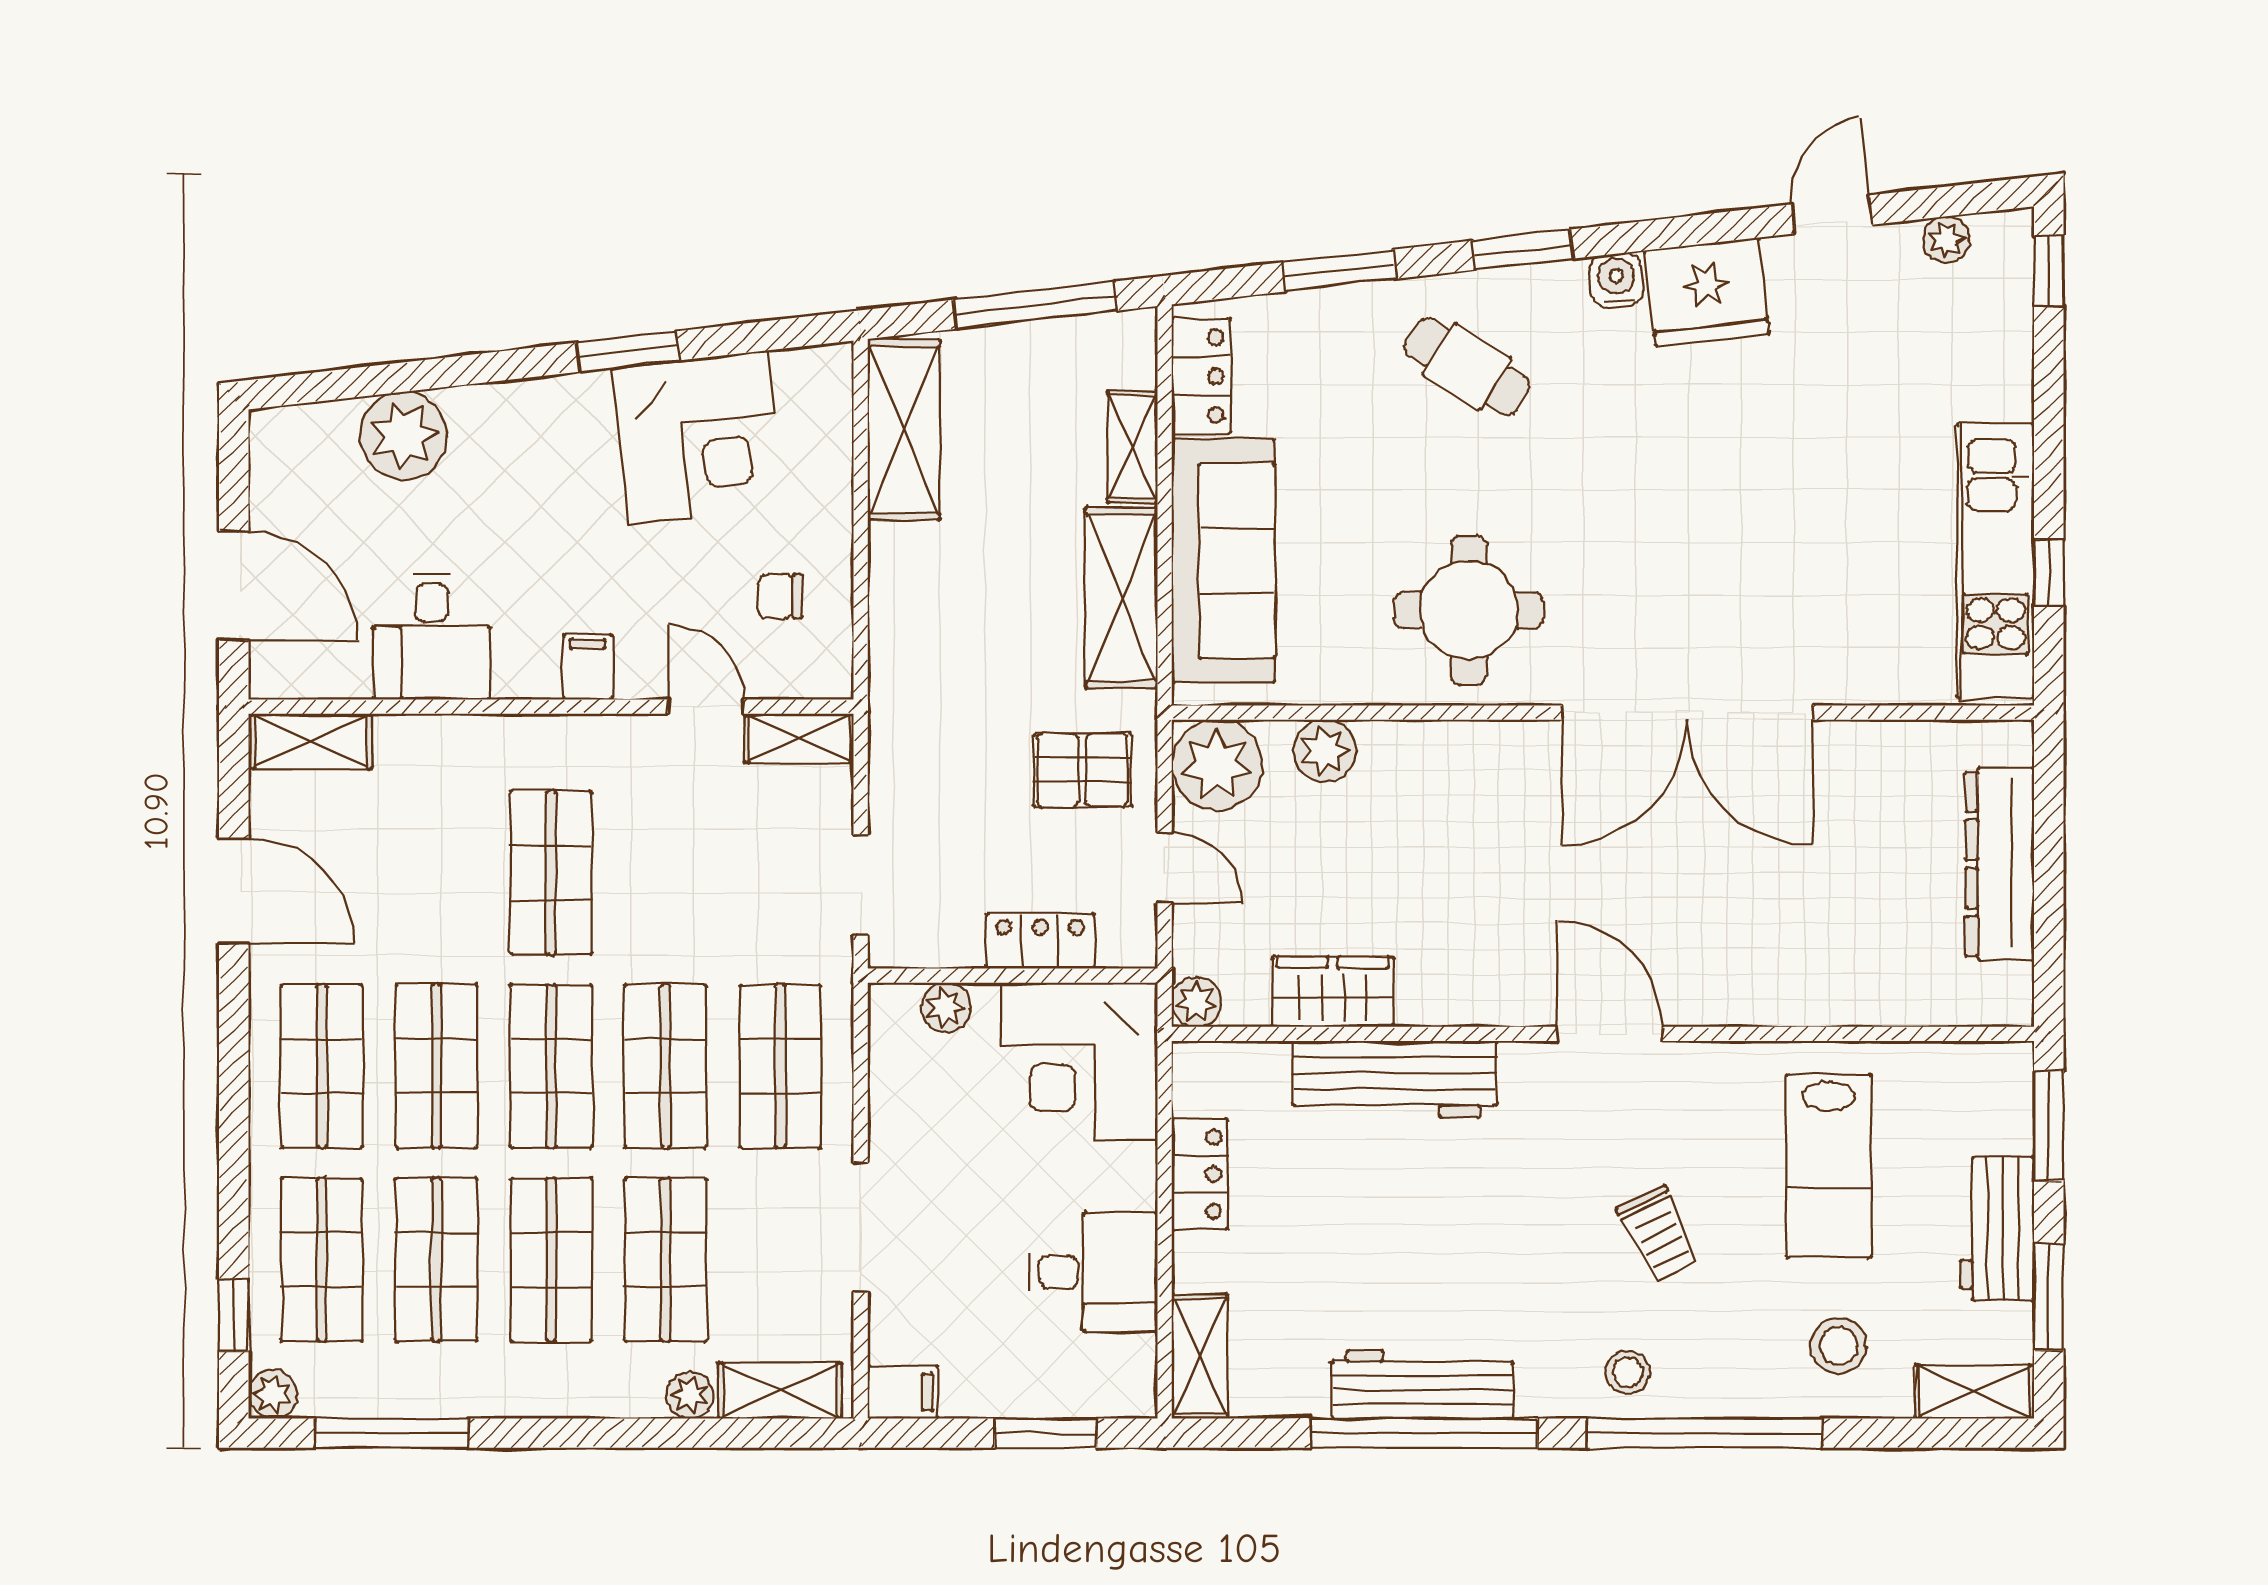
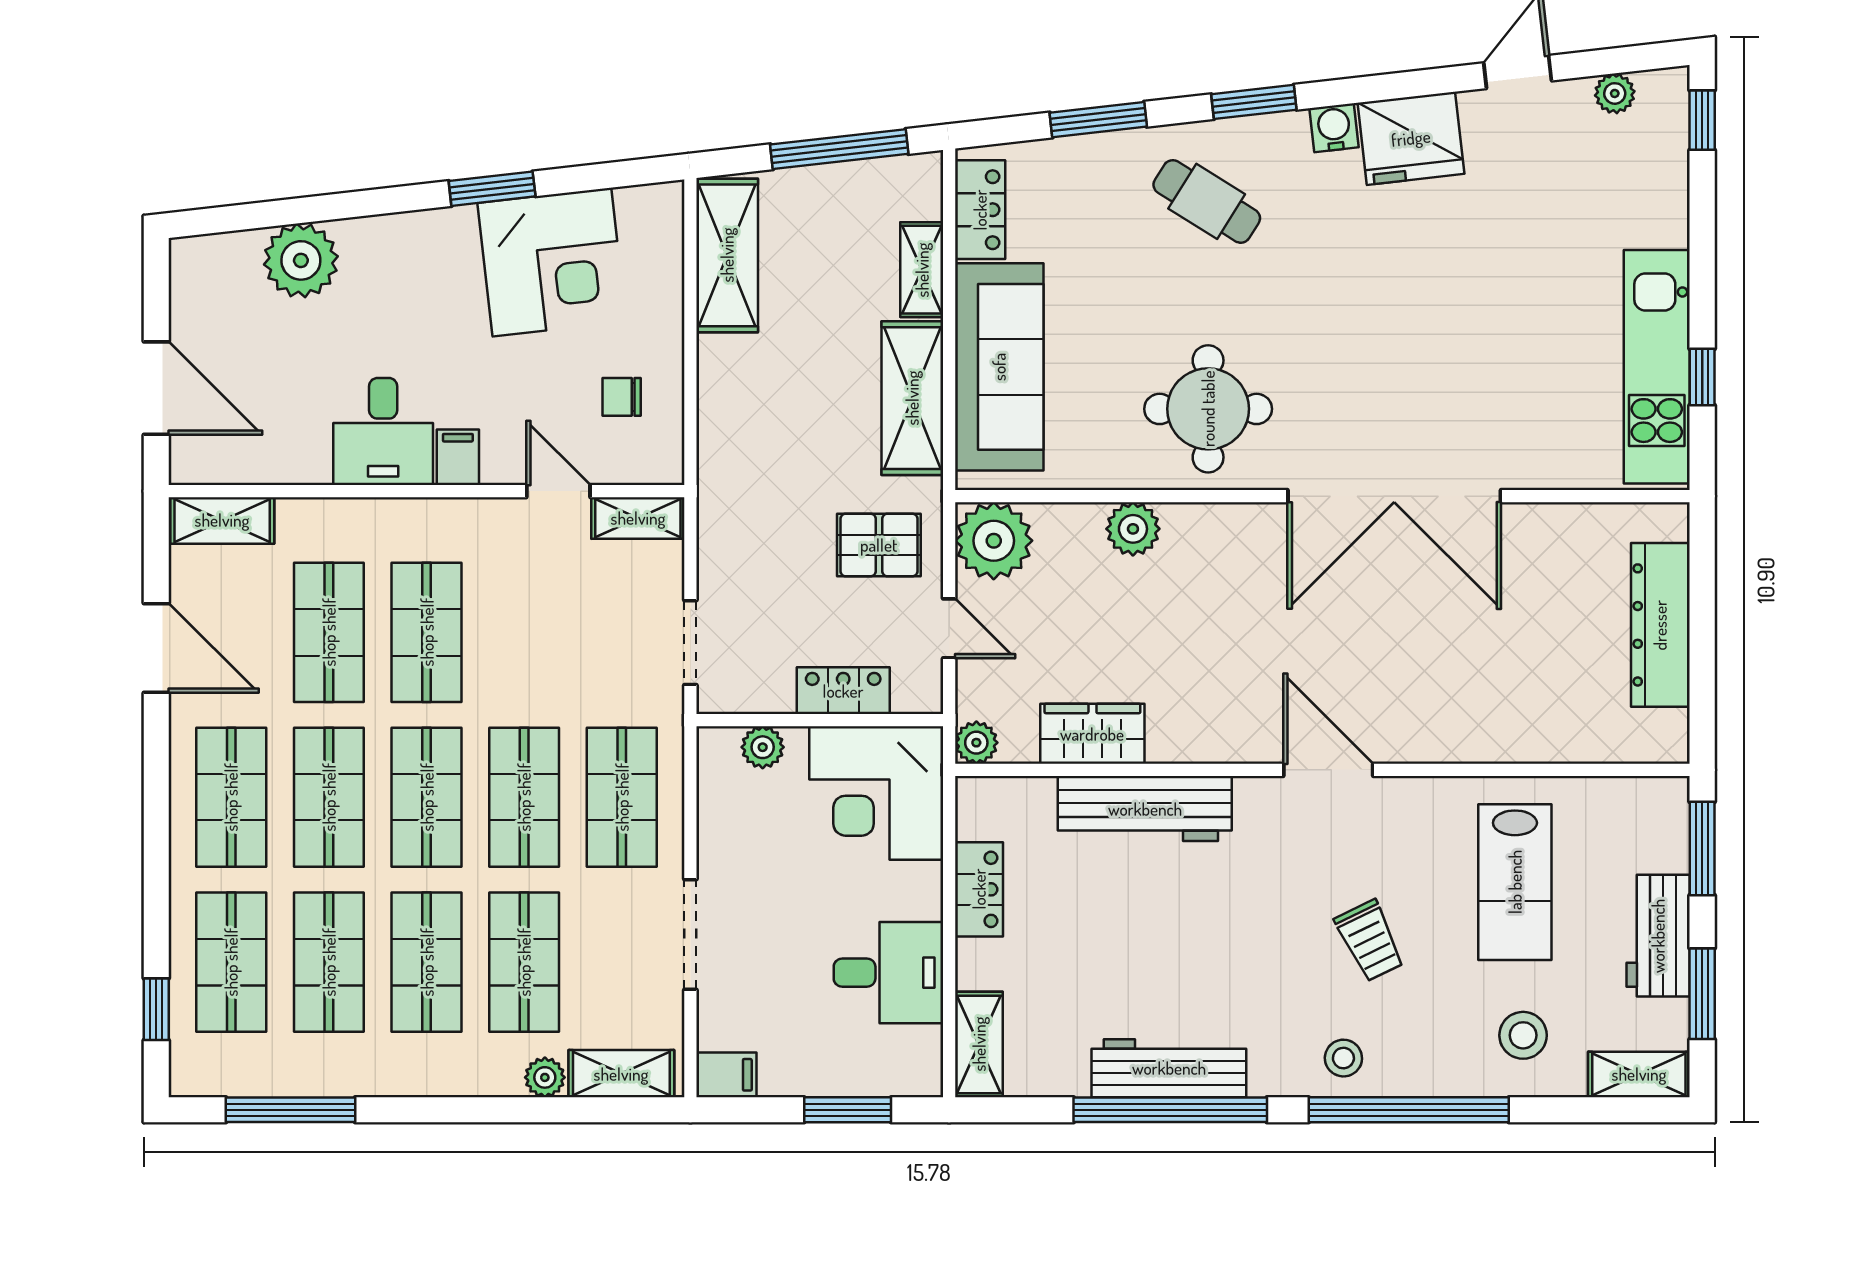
desk: (432, 637) -> (383, 432), moved
plant: (1325, 751) -> (1133, 529), moved
shop shelf: (436, 873) -> (329, 632), added
plant: (273, 1394) -> (190, 1076), removed

